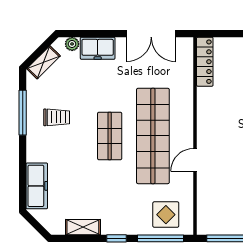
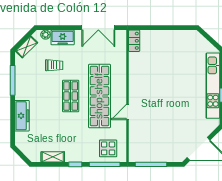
locker: (205, 62) -> (134, 41), width x0.66
trolley: (57, 117) -> (54, 65), moved
freezer: (37, 186) -> (22, 116), moved

